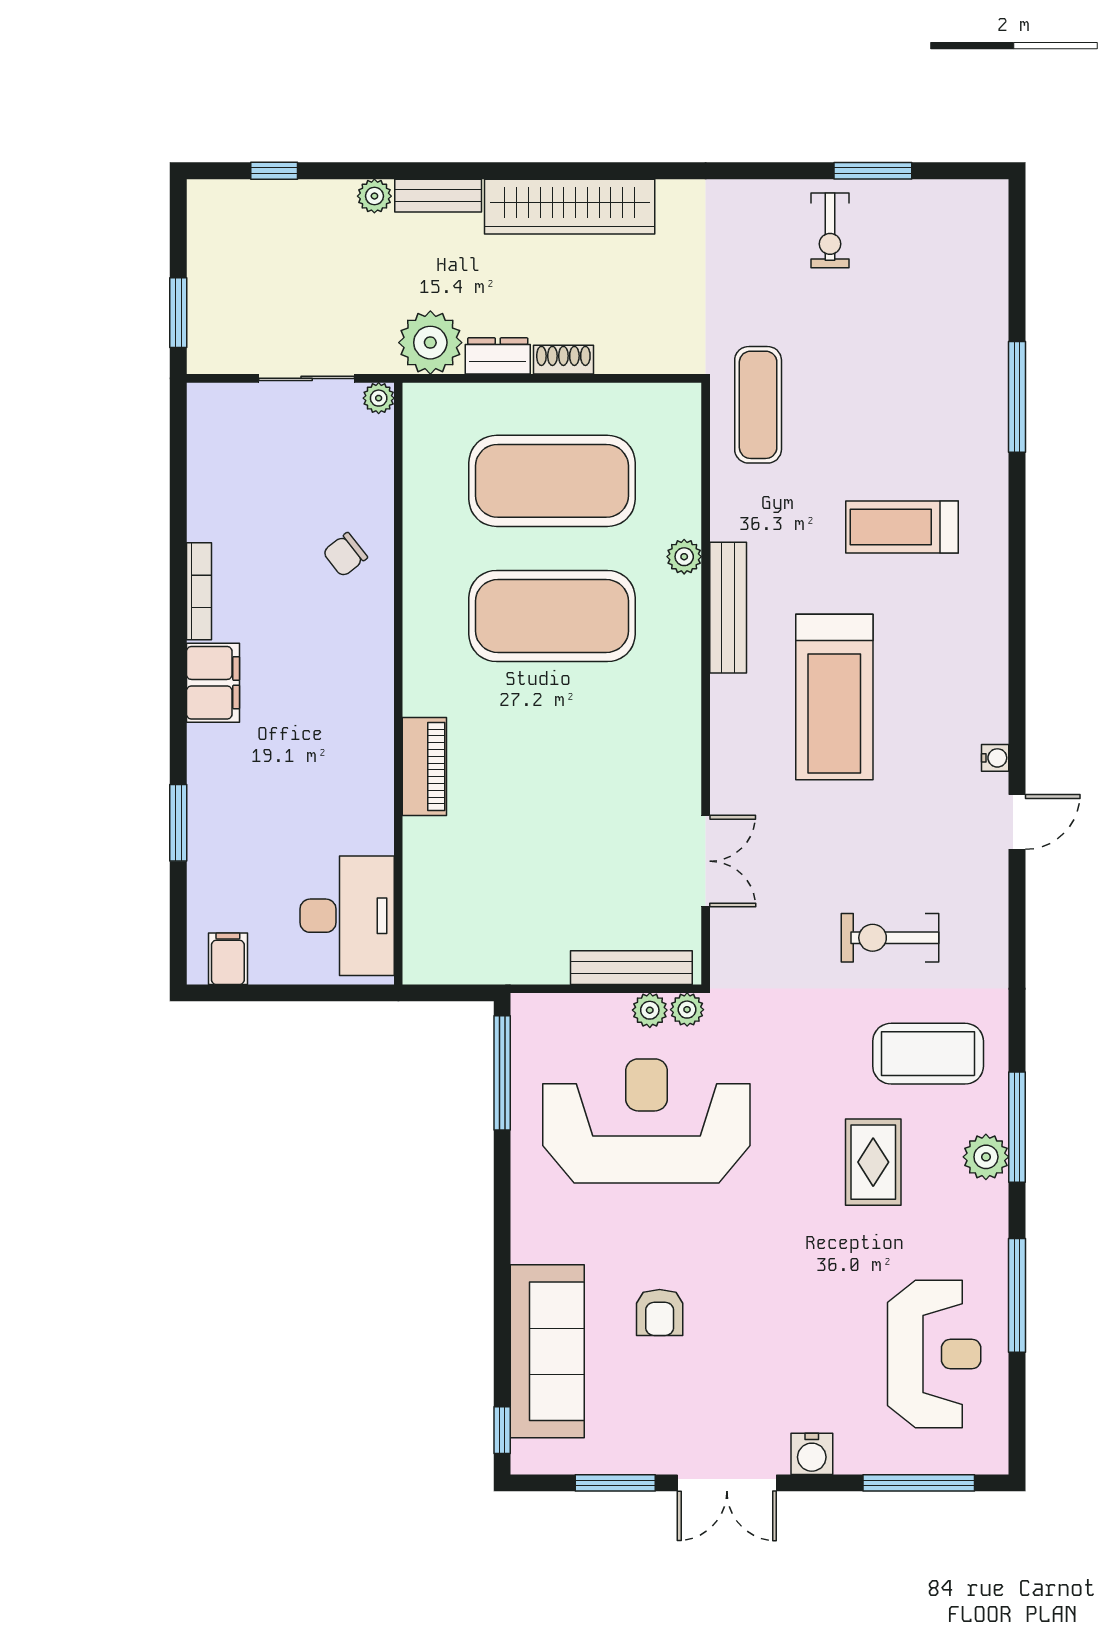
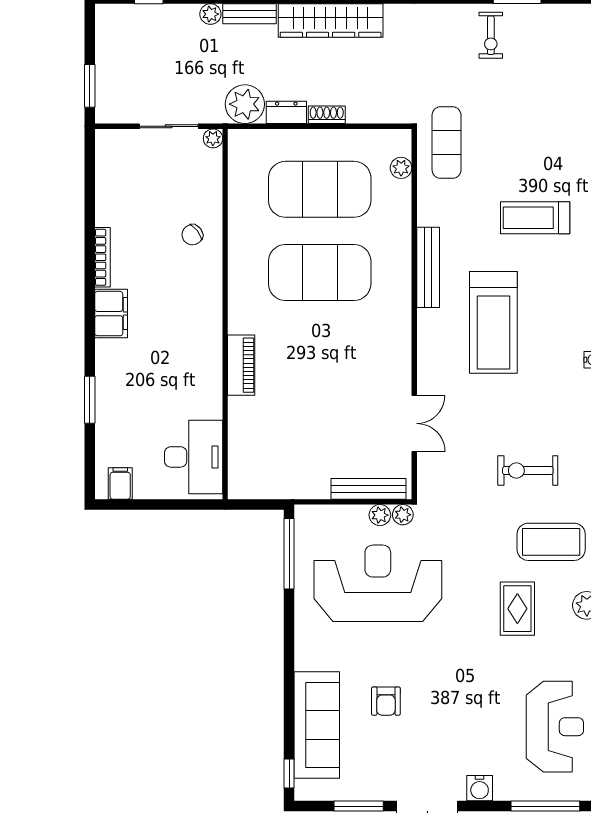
plant: (684, 557) -> (401, 168), moved

